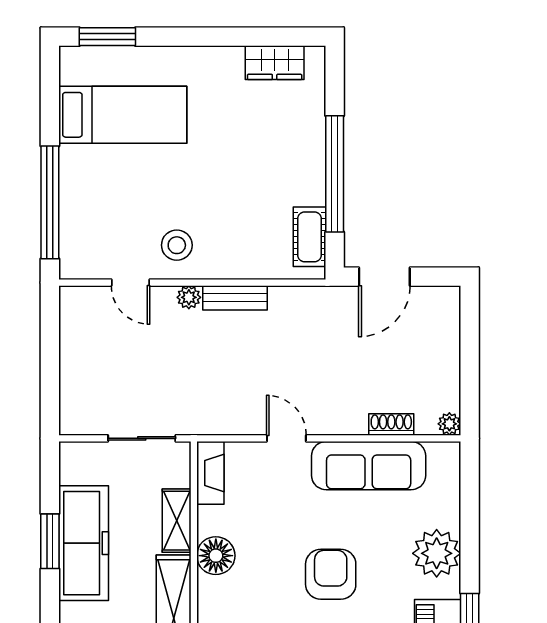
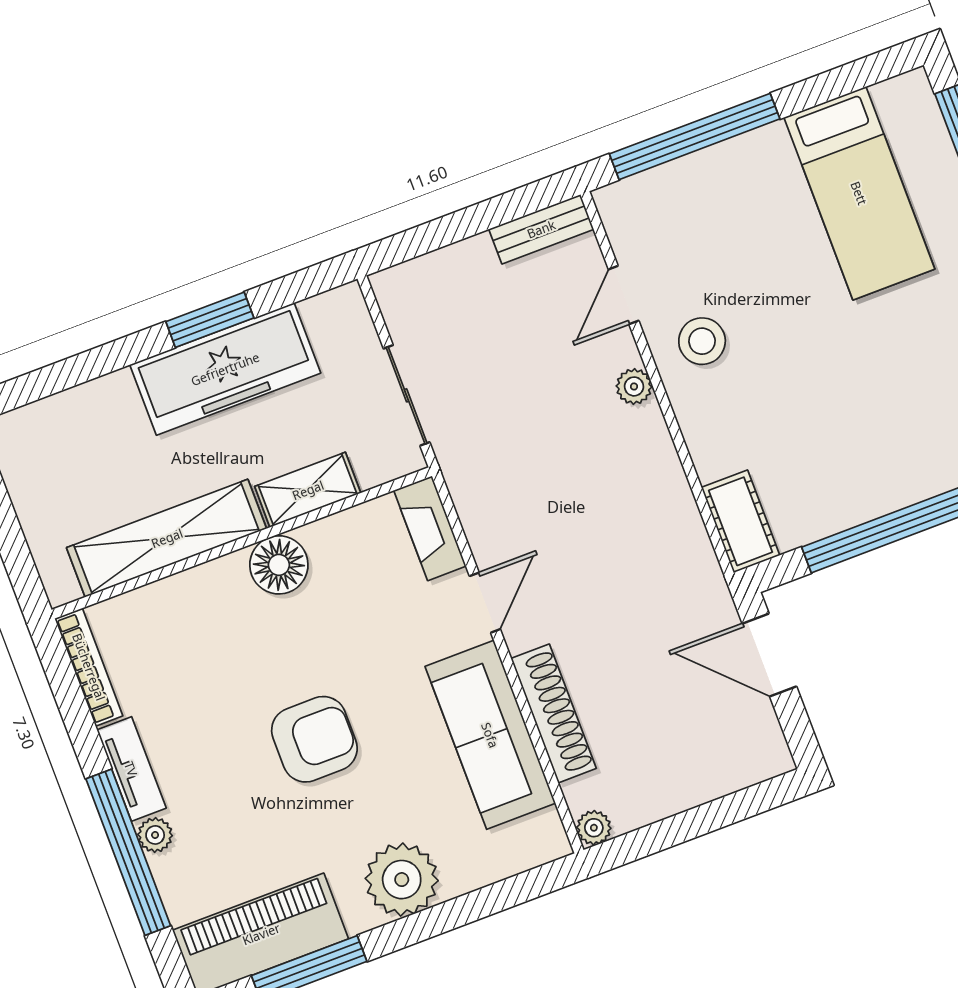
cot: (309, 237) -> (741, 521), moved, turned 90
bench: (235, 298) -> (541, 229), moved, turned 90
shoe rack: (391, 424) -> (554, 713), width x1.94, depth x1.24
fireplace: (210, 473) -> (430, 528), moved, turned 90

